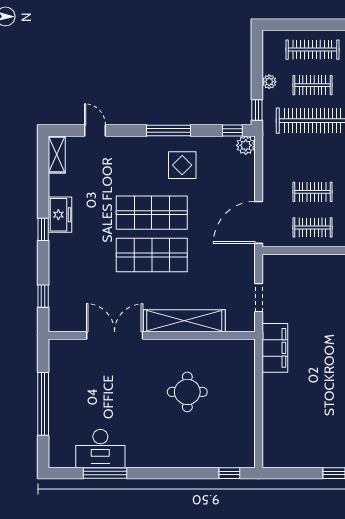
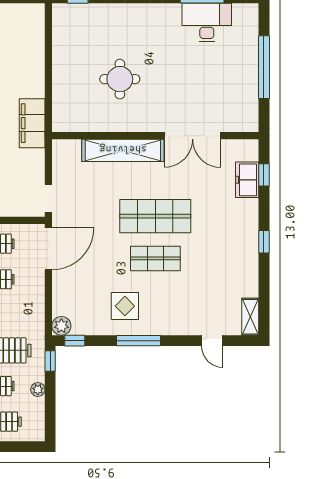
shop shelf: (152, 213) -> (155, 258), width x0.70, depth x0.74
freezer: (60, 215) -> (247, 180), moved
doorway: (259, 298) -> (48, 198), moved

